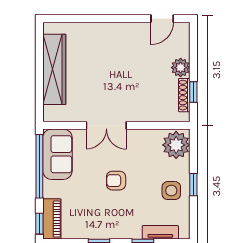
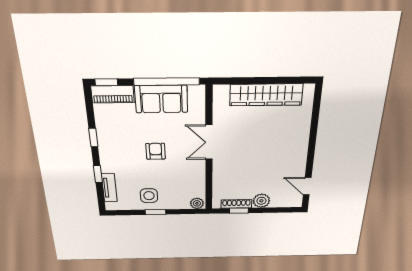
plant: (176, 145) -> (197, 203), width x0.53, depth x0.53
sofa: (57, 154) -> (161, 99), moved

